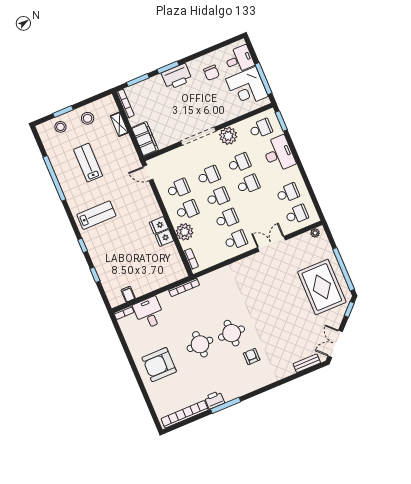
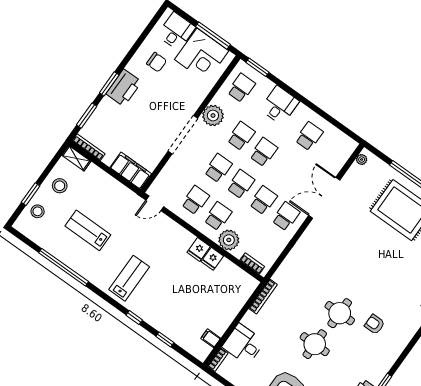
shelving: (119, 124) -> (76, 158), moved
desk: (279, 154) -> (280, 105), width x0.73
school desk: (297, 215) -> (332, 152), removed
double door: (271, 244) -> (324, 198), width x1.37

